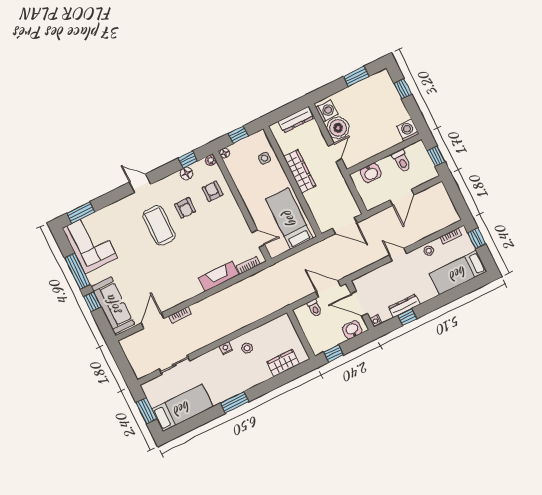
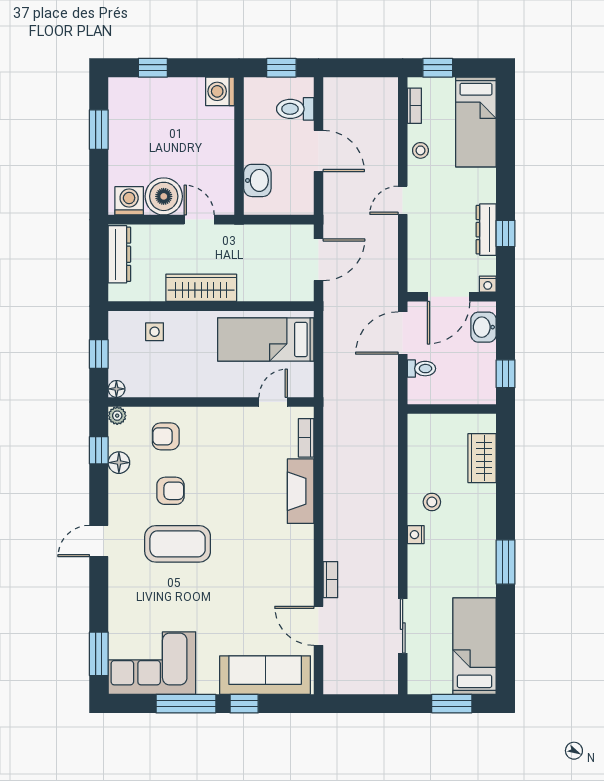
toilet: (402, 161) -> (295, 109), moved, turned 180

